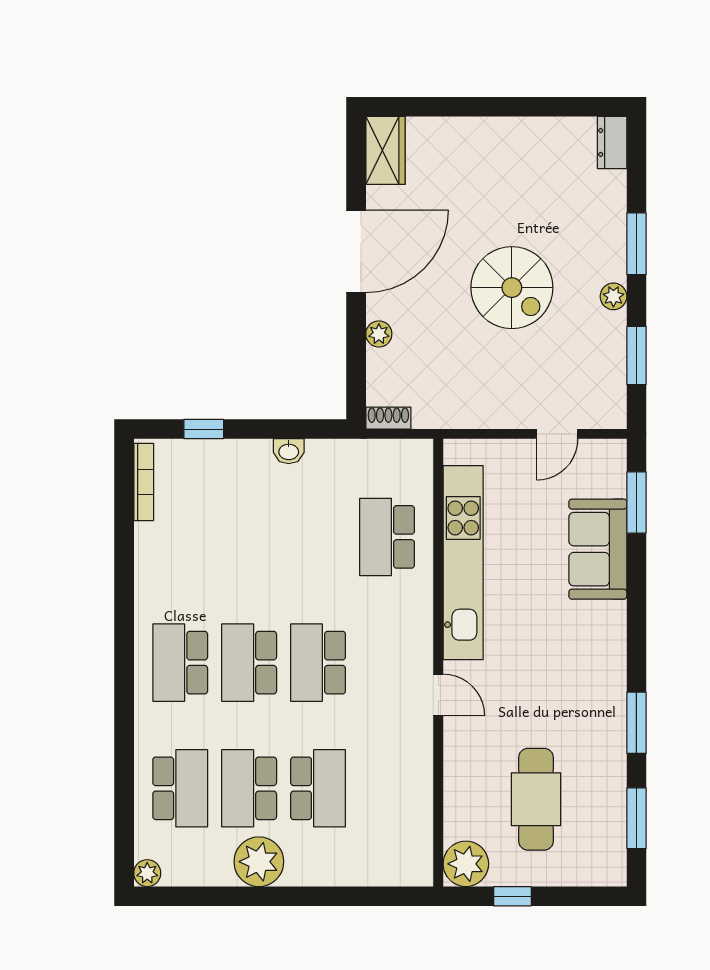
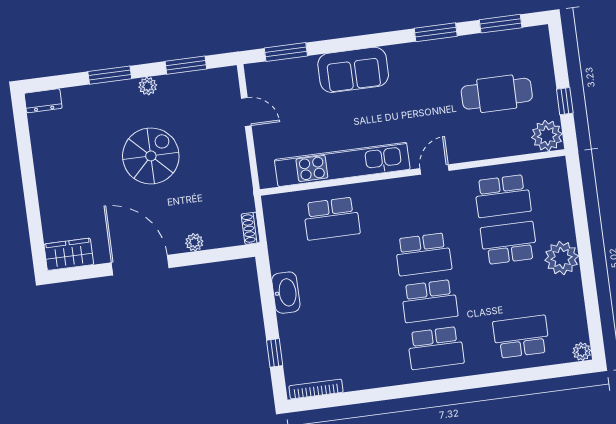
washbasin: (289, 451) -> (286, 293), width x1.91, depth x1.45
sofa: (598, 549) -> (353, 70), moved
school desk: (249, 788) -> (503, 196), moved
plant: (259, 862) -> (562, 258), moved

